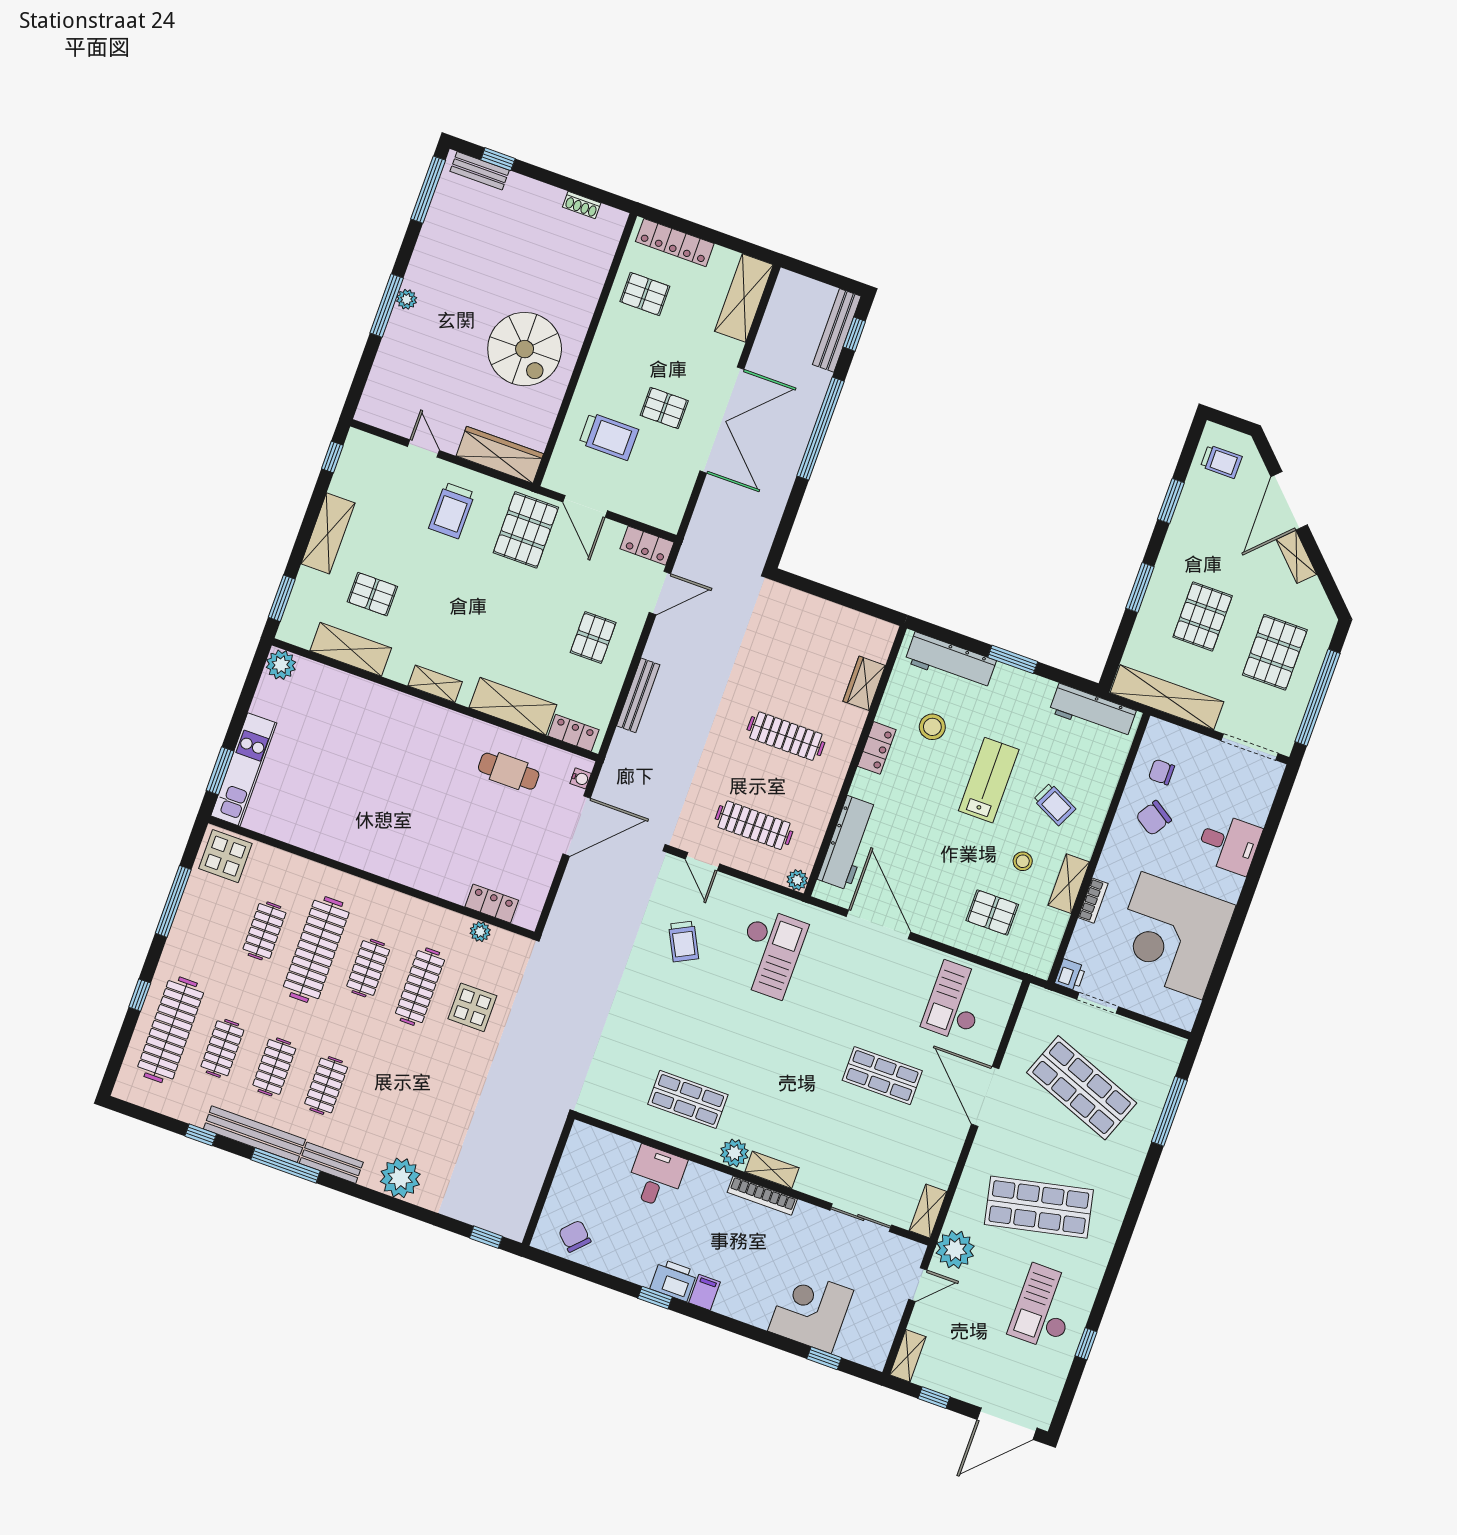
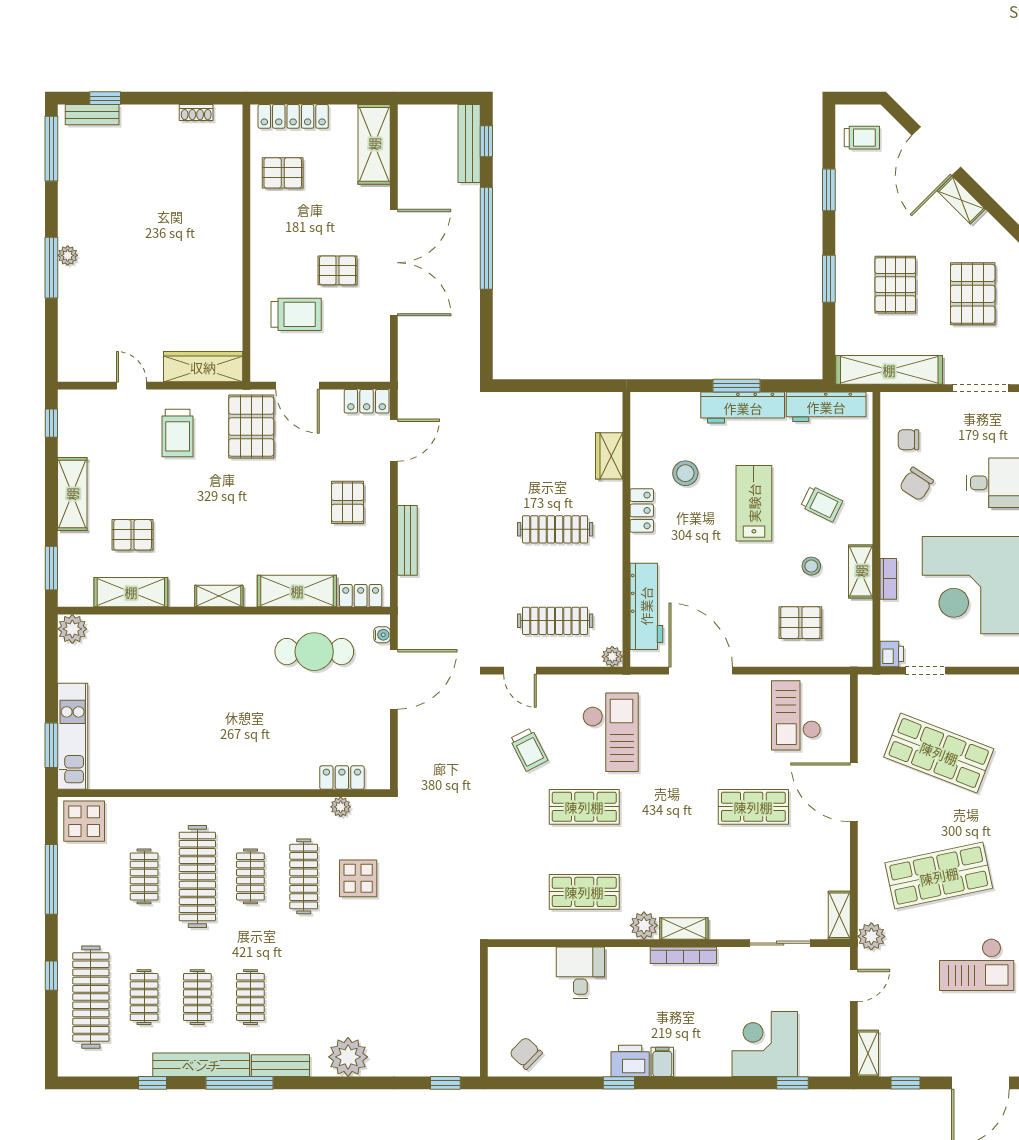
spiral stairs: (525, 349) -> (191, 262), removed
workbench: (950, 661) -> (743, 408), moved
cafe table: (509, 771) -> (314, 652), width x1.37, depth x1.35
shop shelf: (718, 1017) -> (584, 807), added
plant: (955, 1250) -> (871, 936), width x0.73, depth x0.73
checkout: (1045, 1307) -> (977, 965), turned -90

